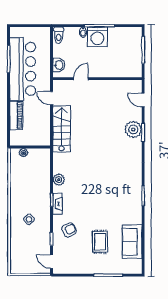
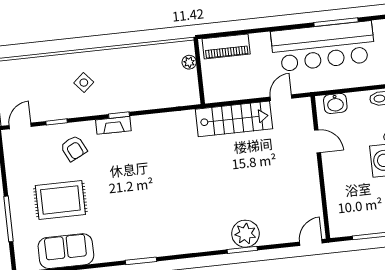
door: (143, 100) -> (311, 242), moved
piano: (16, 116) -> (226, 46), moved
plant: (59, 180) -> (152, 123), removed
rug: (100, 242) -> (60, 200), width x1.36, depth x1.43

